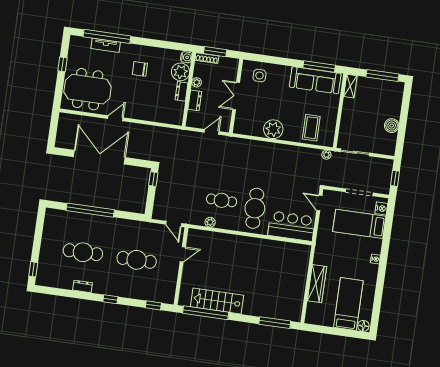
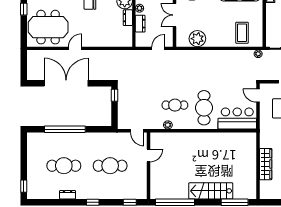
plant: (273, 129) -> (197, 39), moved
stairs: (217, 301) -> (211, 191), moved

